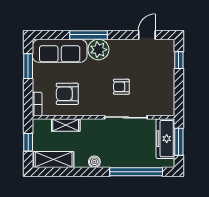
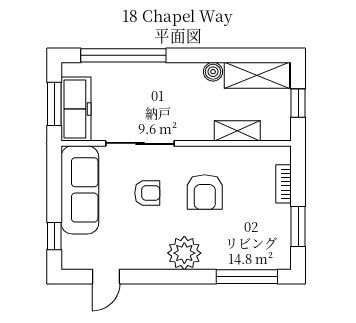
window: (88, 35) -> (247, 277), moved
sofa: (60, 51) -> (80, 190), moved, turned 90
armchair: (67, 94) -> (205, 192), moved, turned 90
bookcase: (37, 104) -> (284, 184), moved
boiler: (94, 162) -> (213, 72), moved

